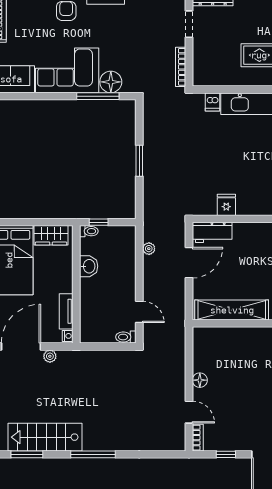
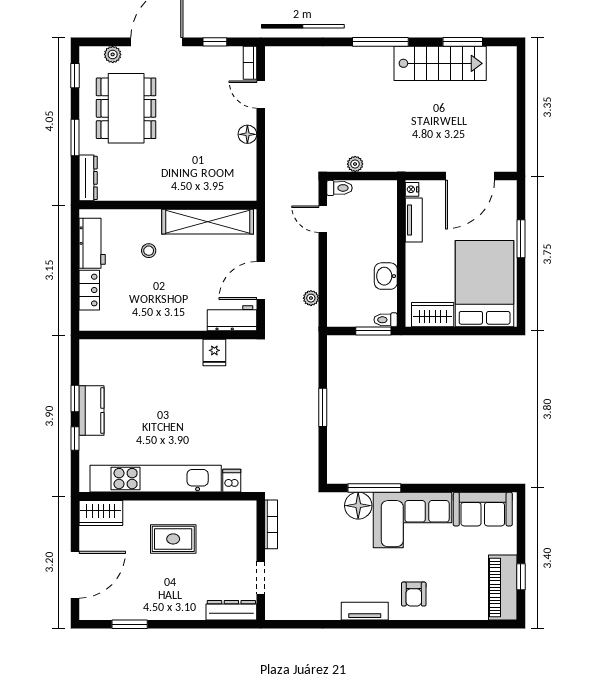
window: (99, 222) -> (373, 331), width x1.50
plant: (50, 356) -> (355, 164), moved

